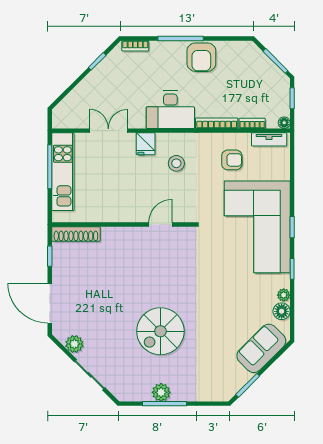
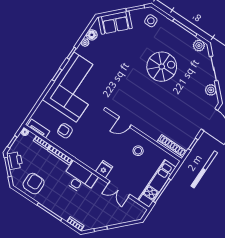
armchair: (201, 57) -> (34, 184), moved
printer: (272, 76) -> (15, 161), added
stool: (176, 163) -> (138, 151), moved
side table: (216, 382) -> (151, 21), added
plant: (161, 392) -> (199, 46), moved

